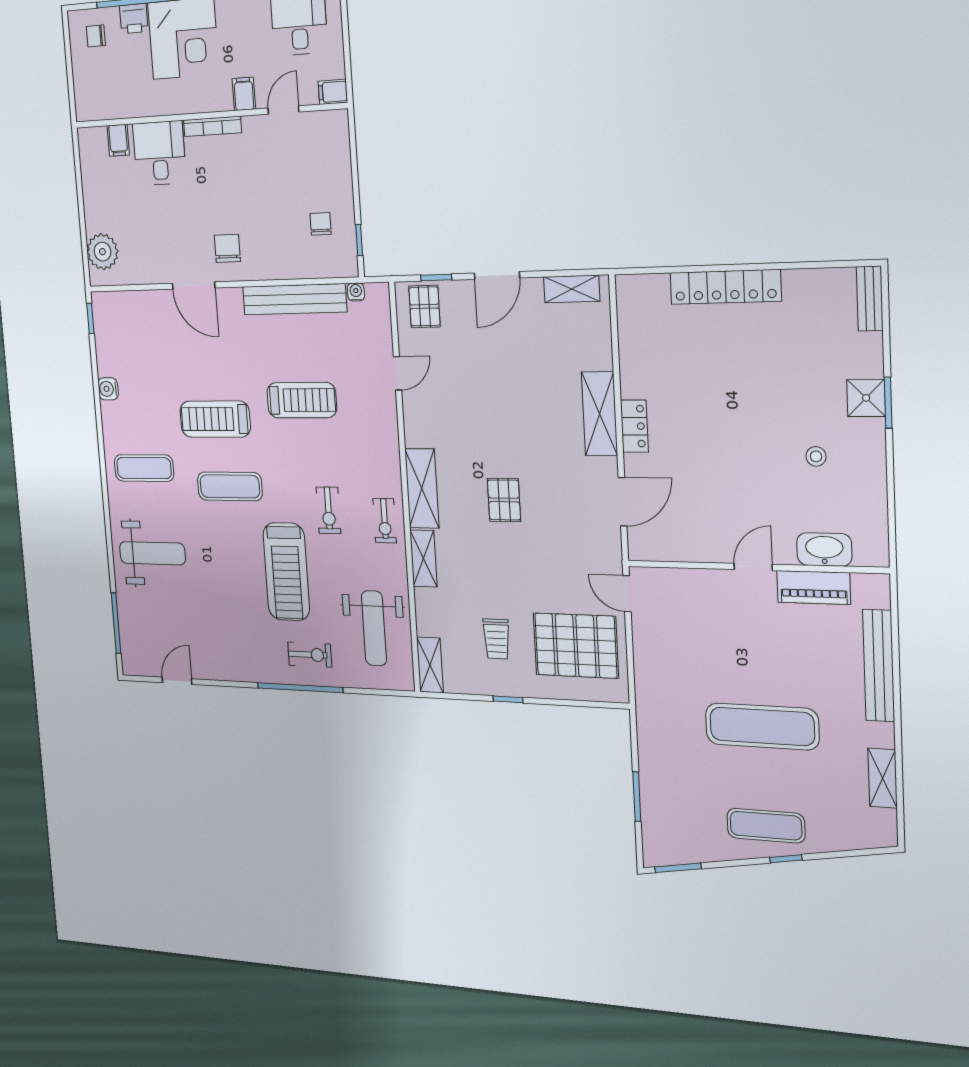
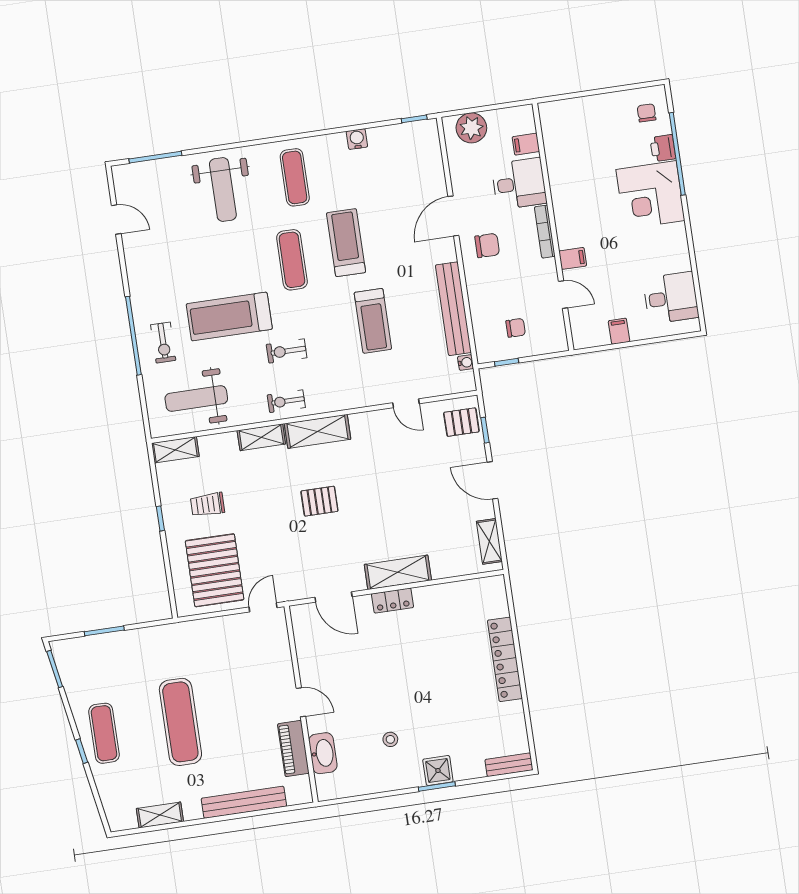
filing cabinet: (244, 94) -> (573, 258), moved
door: (283, 110) -> (563, 295), moved
wall: (208, 115) -> (553, 227), moved
bookcase: (212, 126) -> (545, 232), moved
filing cabinet: (118, 140) -> (526, 144), moved
desk: (159, 153) -> (519, 184), moved

